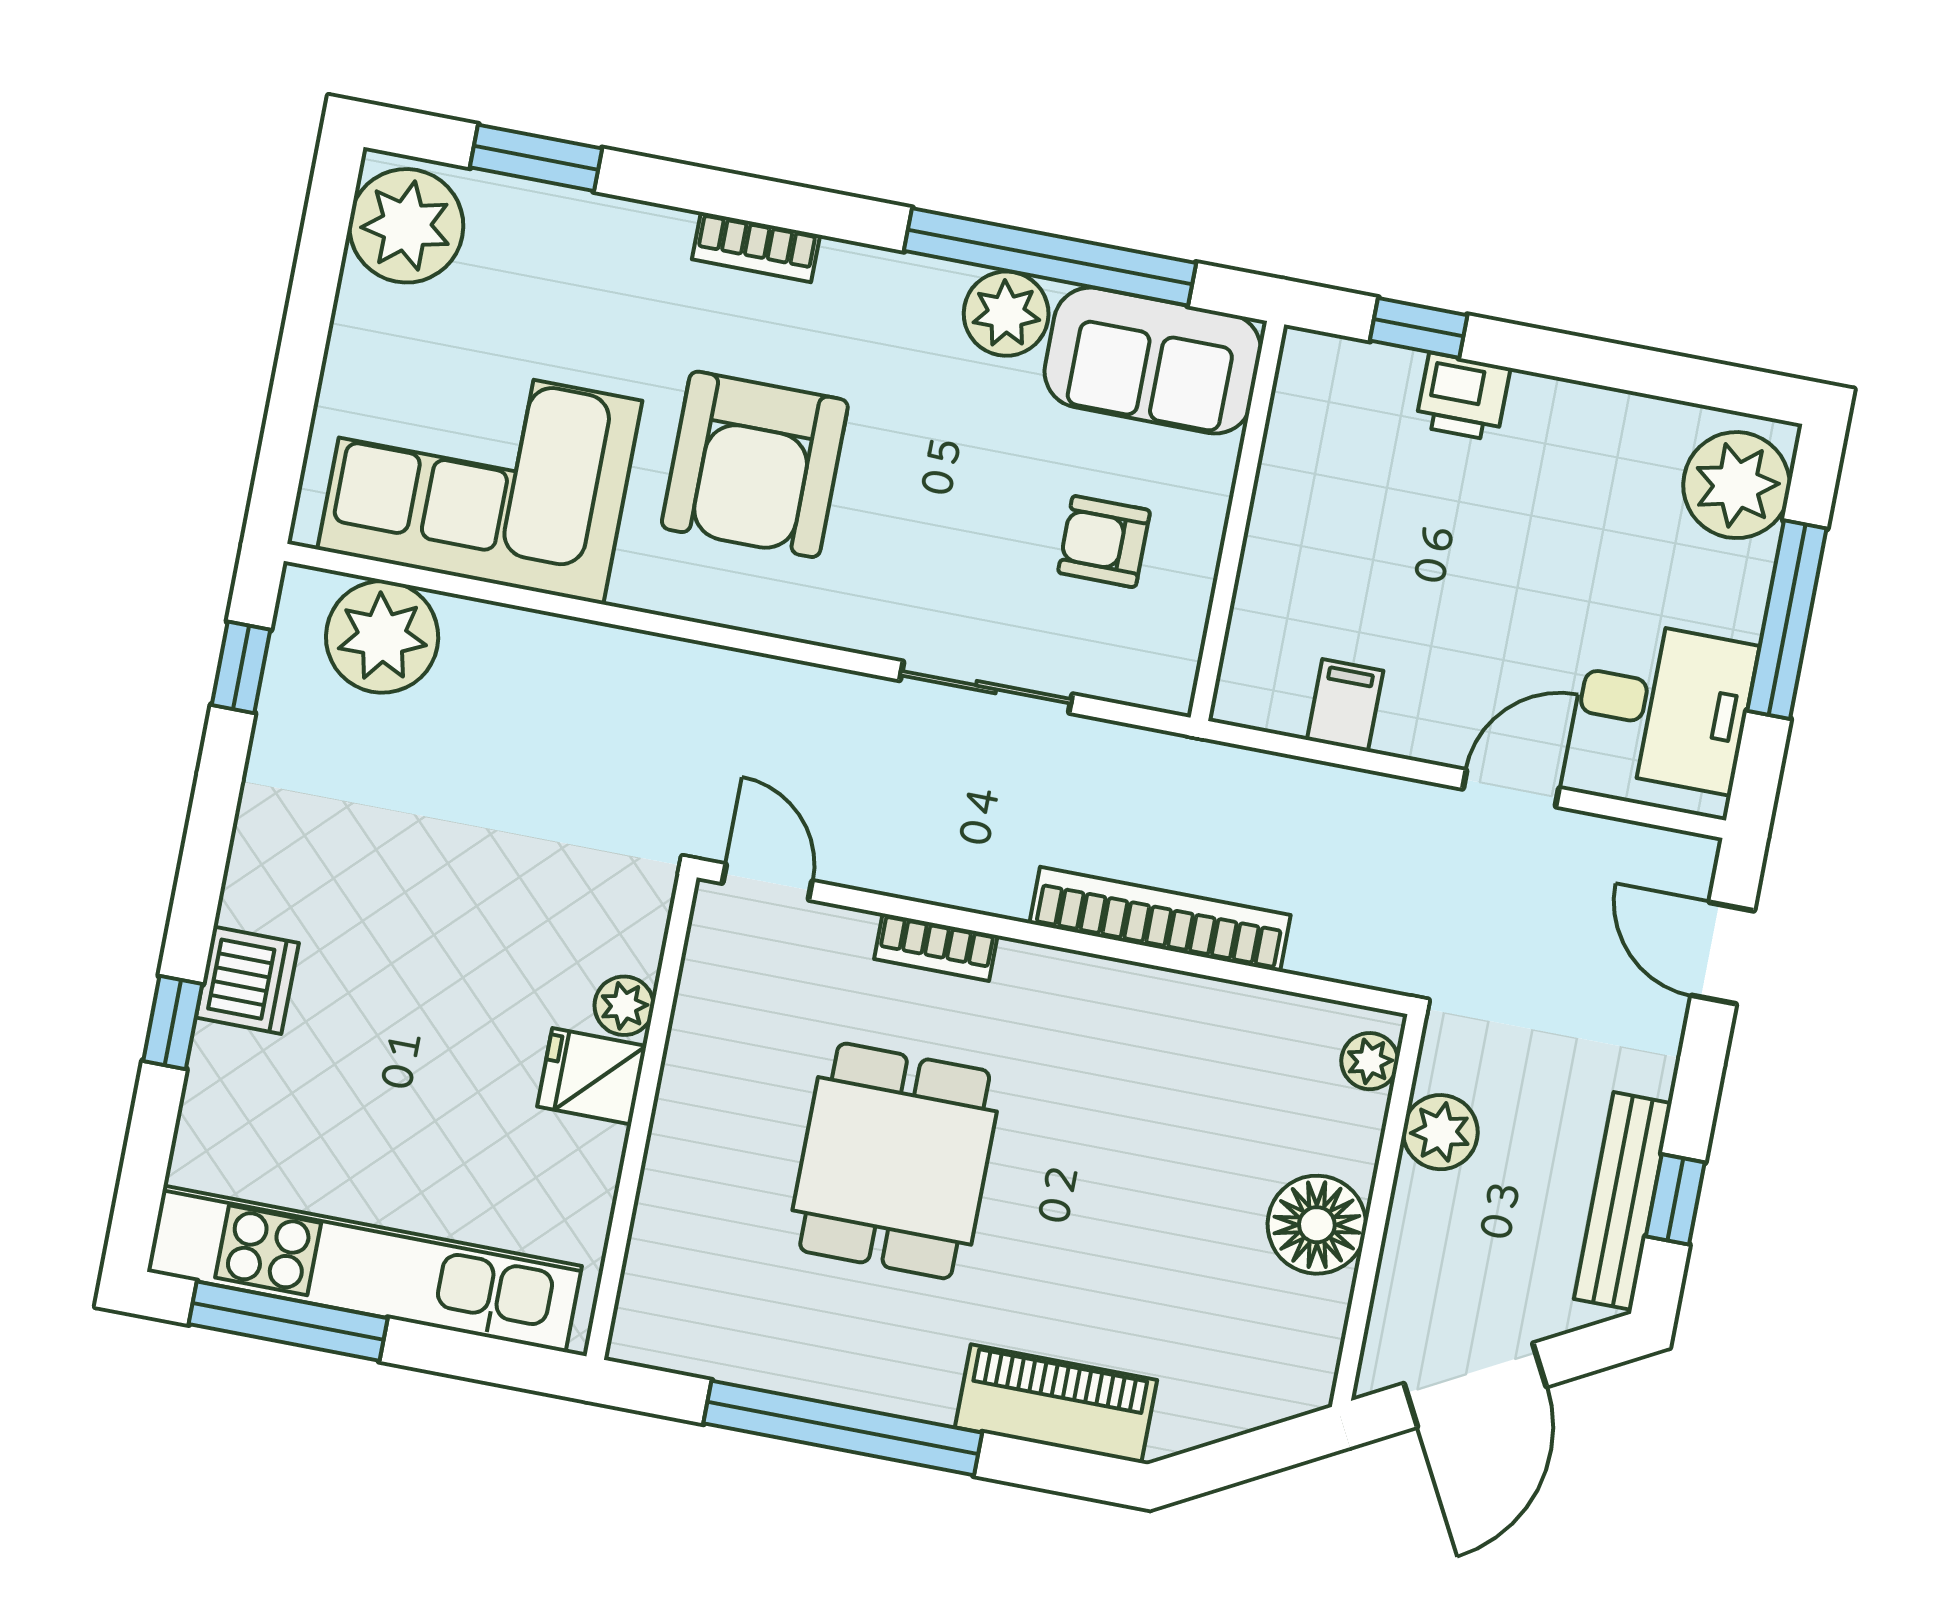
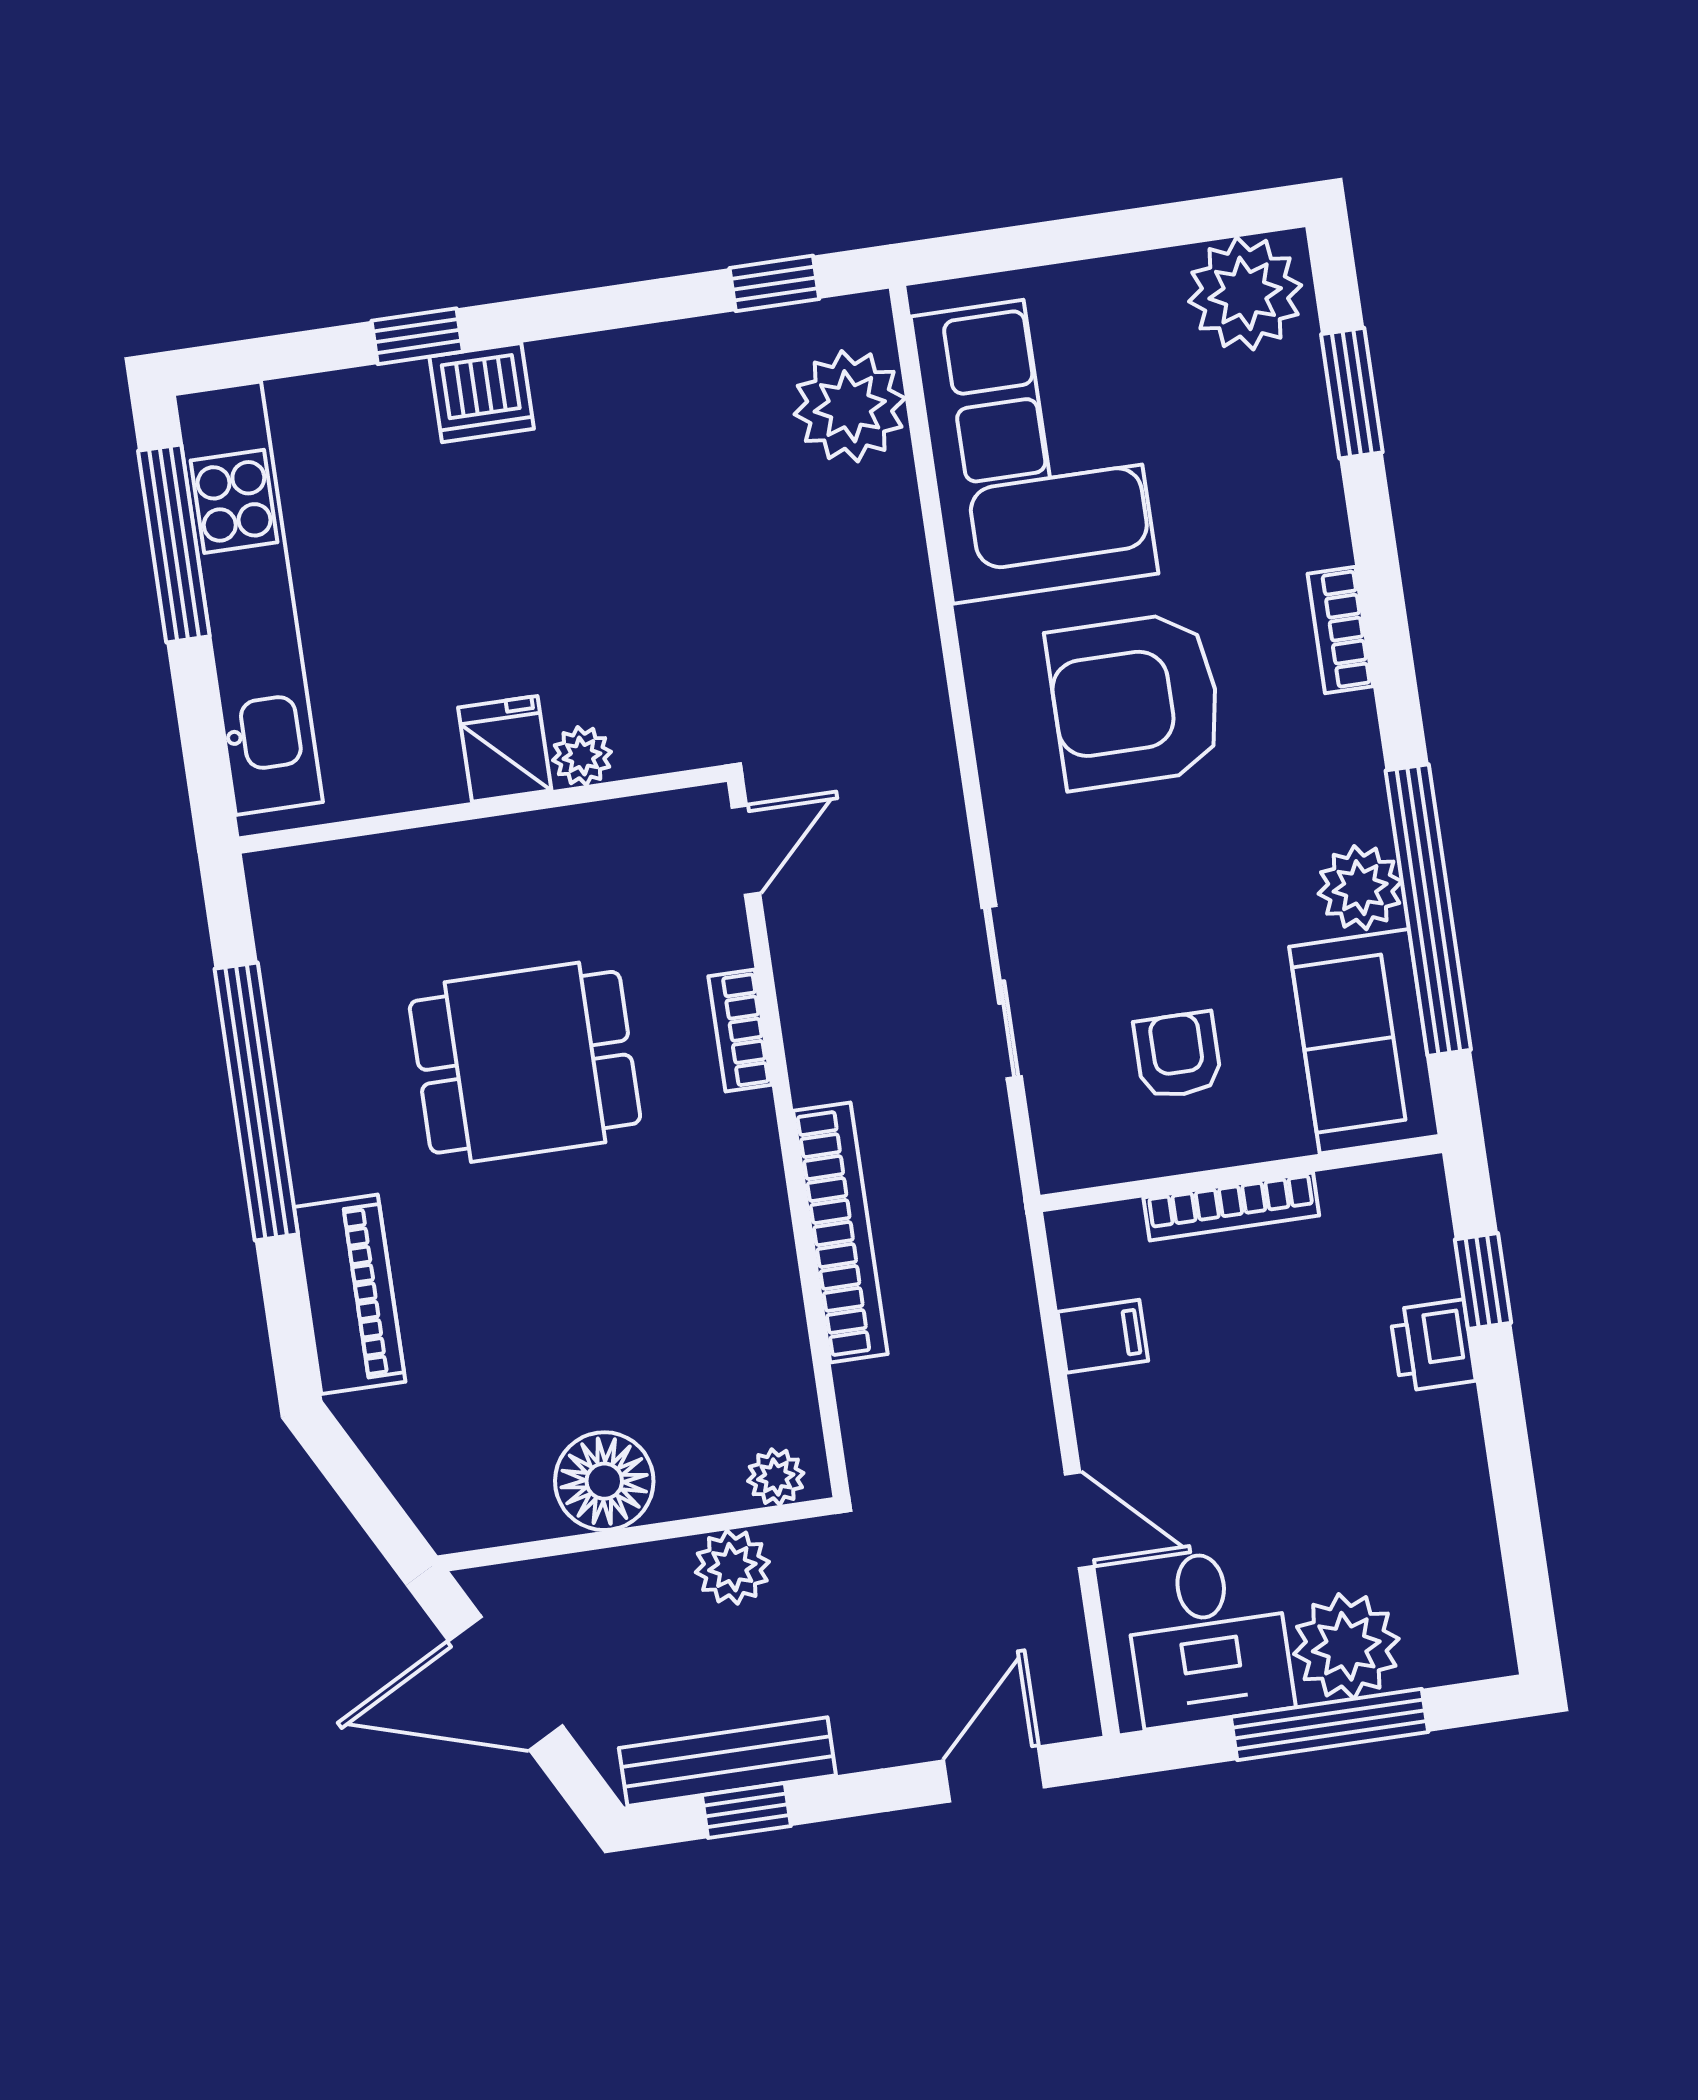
plant: (1737, 485) -> (1346, 1646), moved
bookcase: (1265, 541) -> (1231, 1206), added

